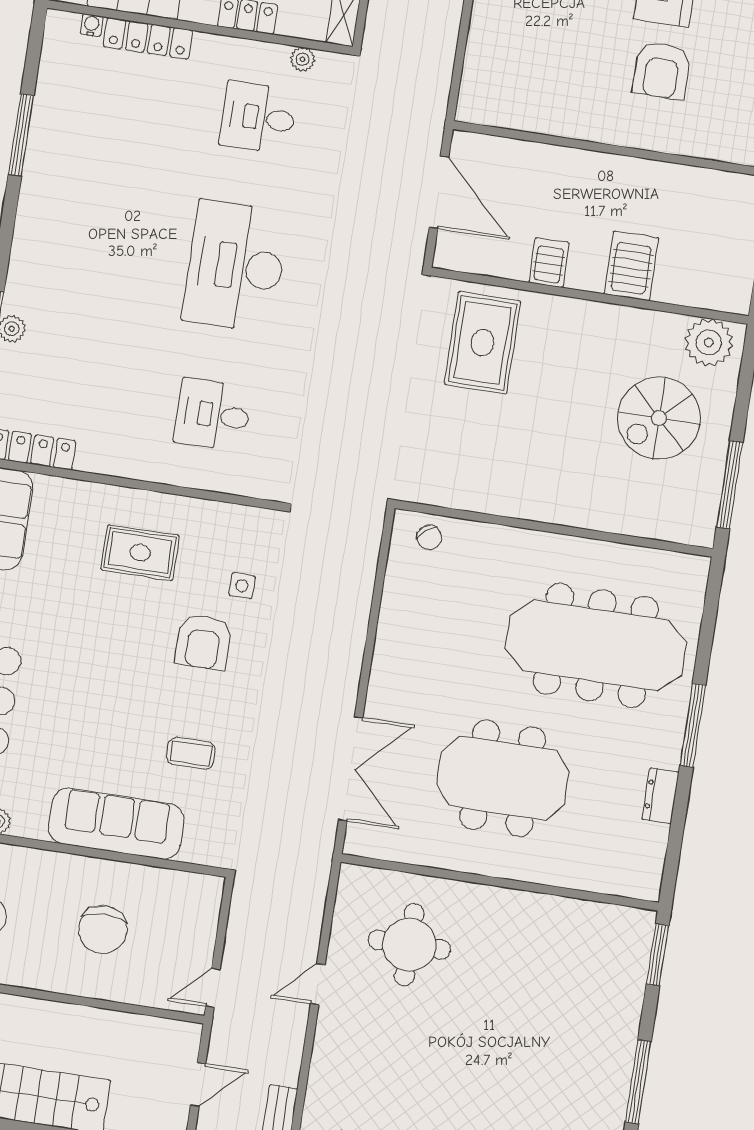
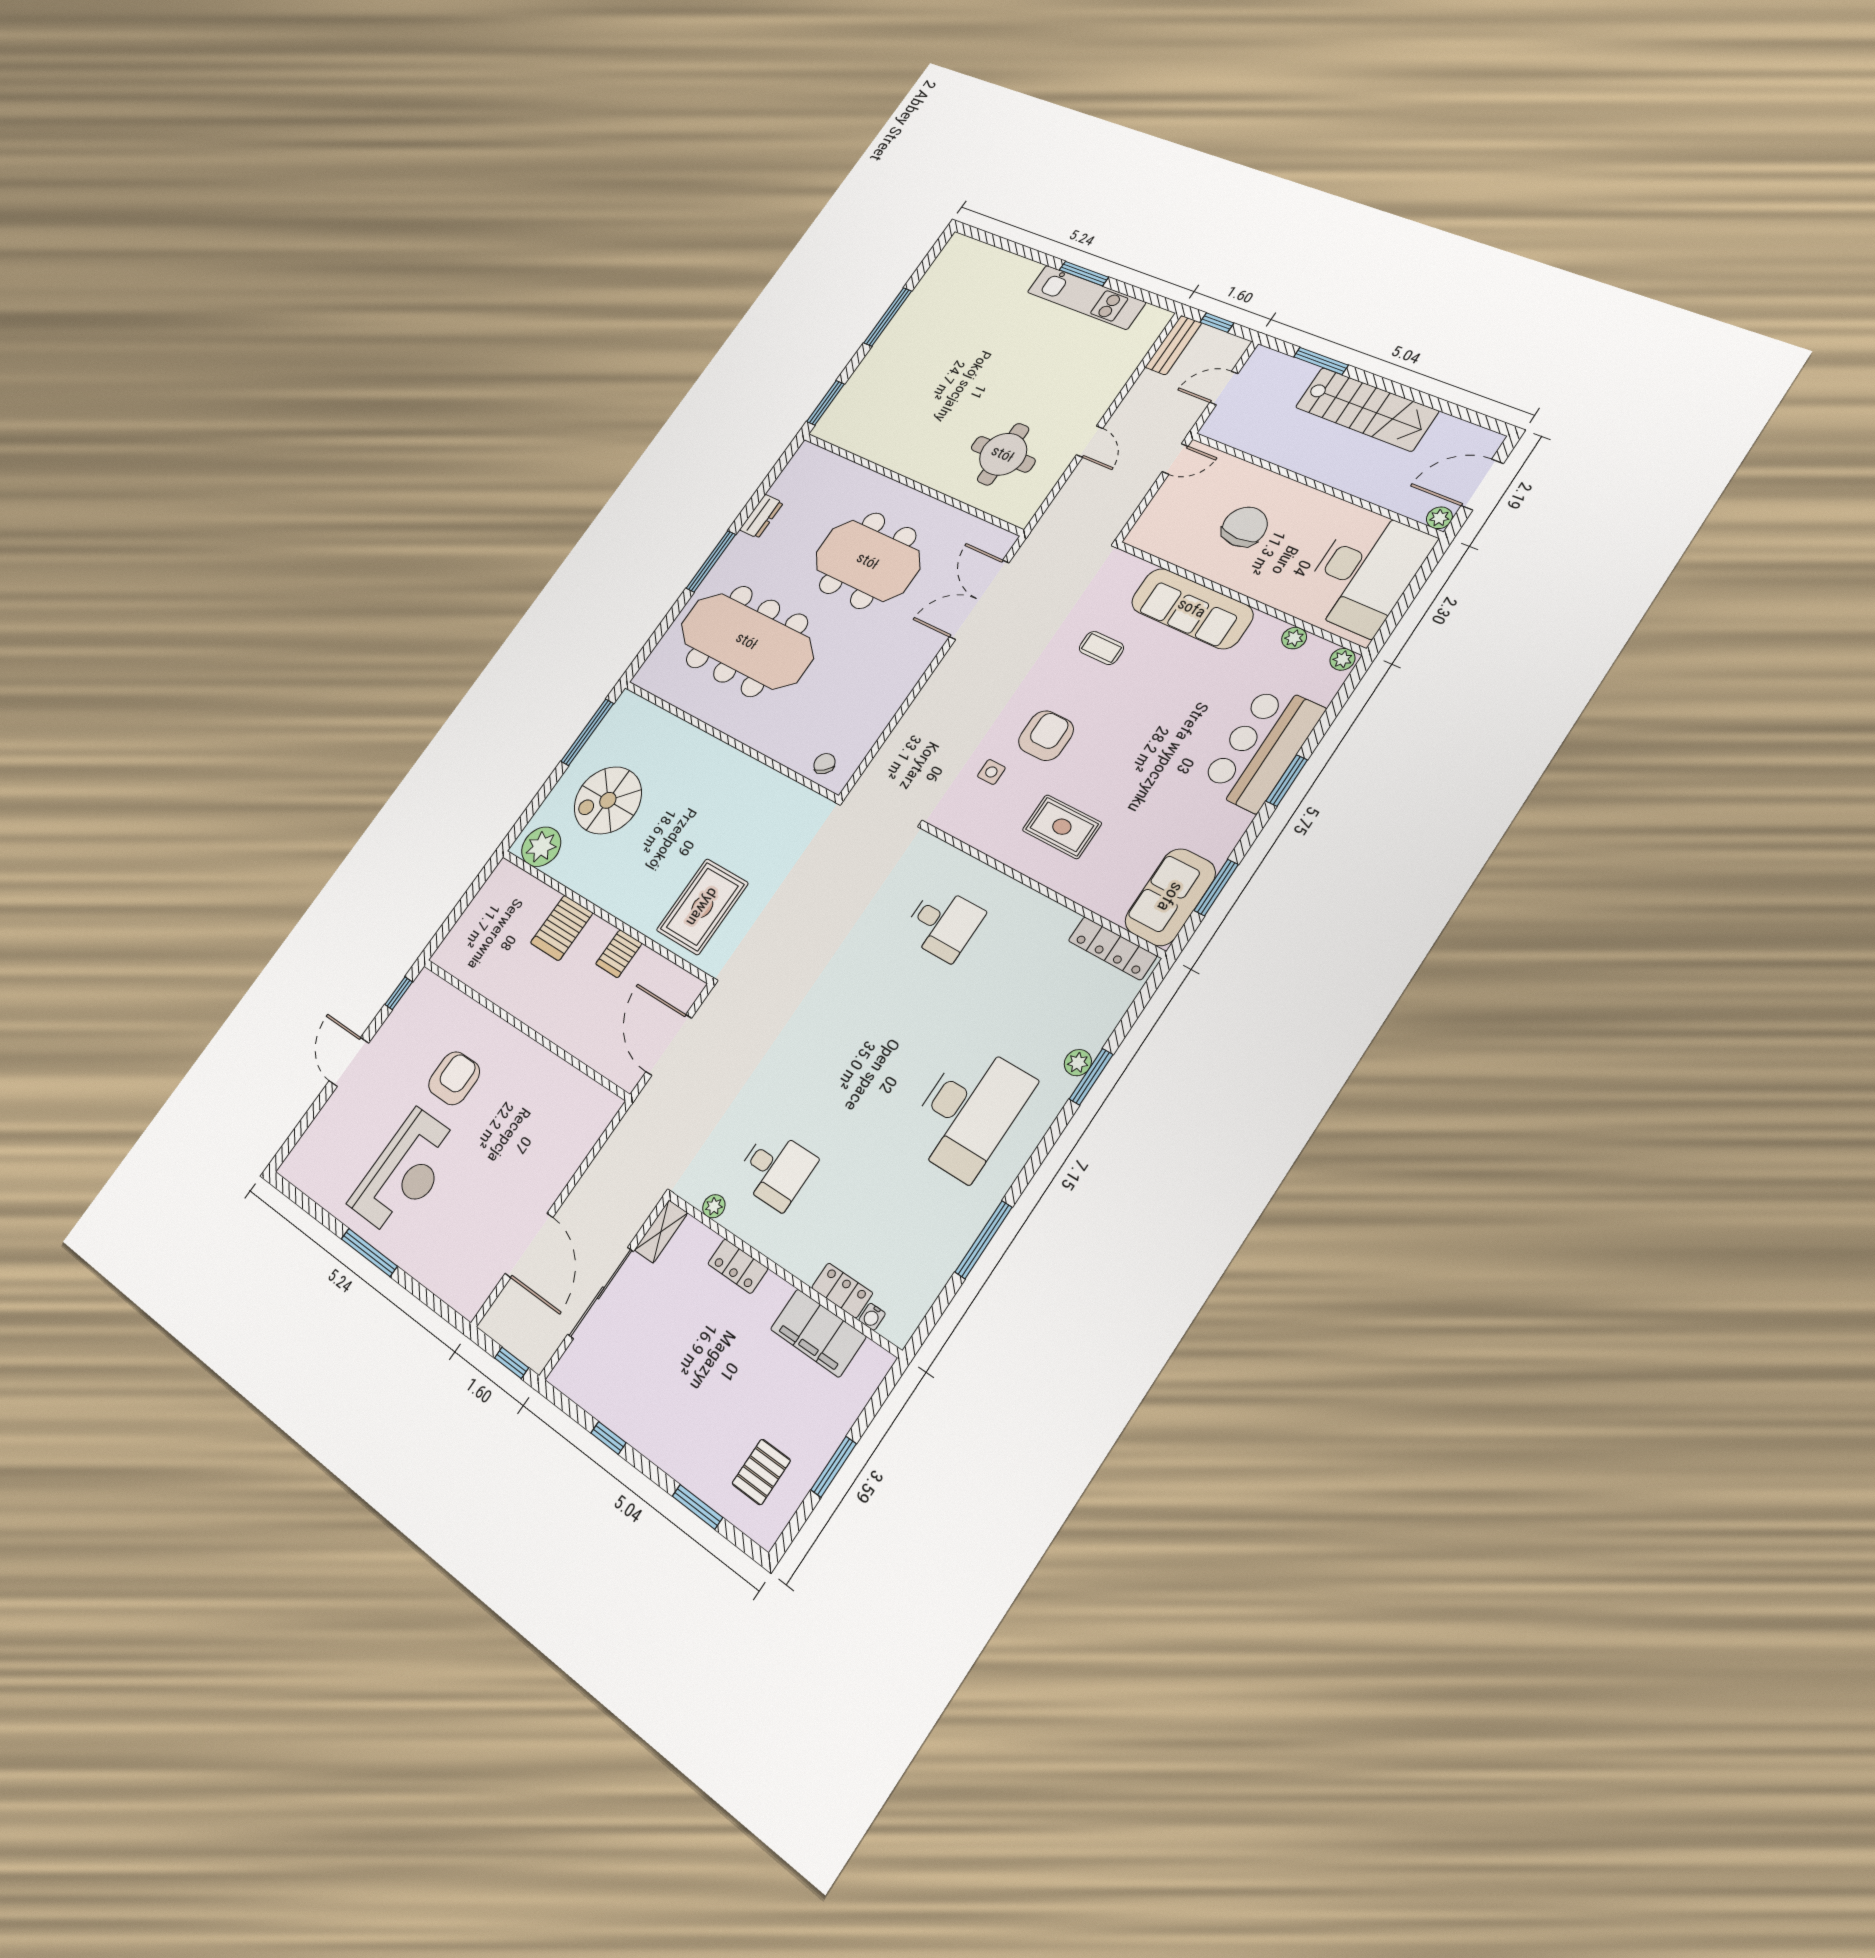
locker: (148, 38) -> (842, 1290), width x0.66
desk: (236, 266) -> (969, 1111), moved
spiral stairs: (659, 418) -> (608, 800), turned 180
door: (318, 984) -> (1090, 442), hinge flipped

